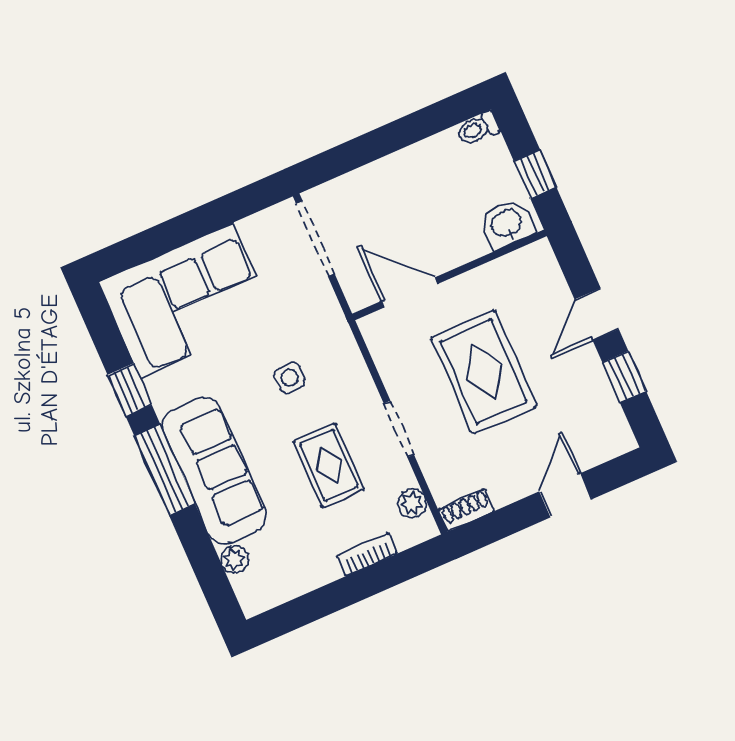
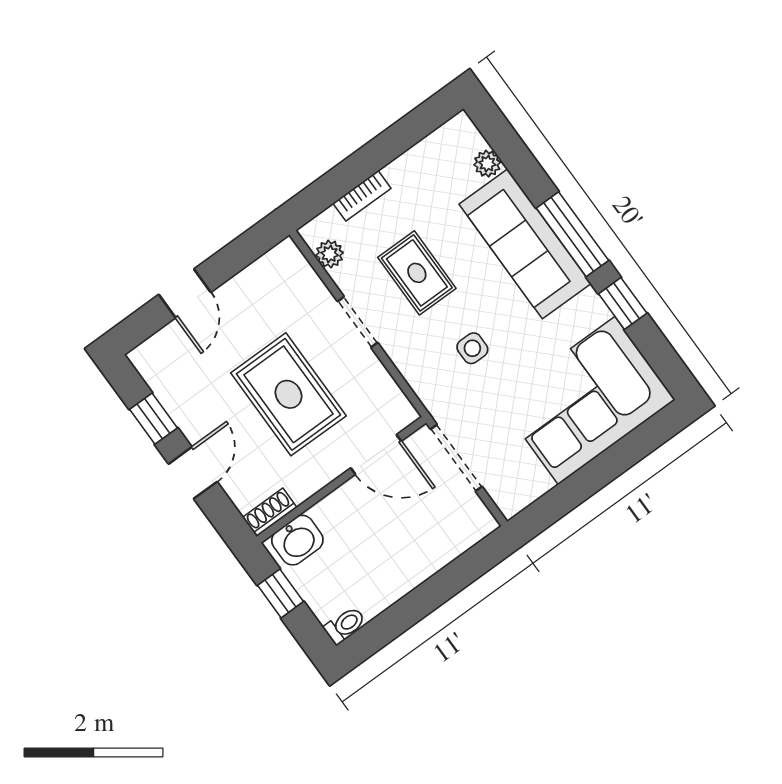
doorway: (315, 239) -> (456, 458), moved
shoe rack: (466, 510) -> (270, 512), moved, turned 180

